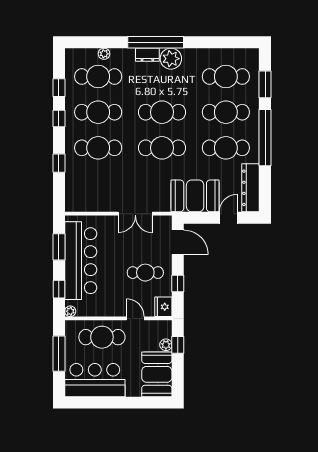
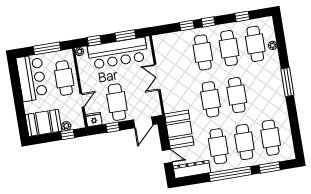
window: (156, 42) -> (287, 82), width x0.68
dresser: (147, 55) -> (277, 77), removed
plant: (171, 59) -> (277, 95), removed
window: (59, 118) -> (208, 22), moved
double door: (135, 214) -> (157, 77), moved
cafe table: (145, 273) -> (117, 102), width x1.37, depth x1.35

